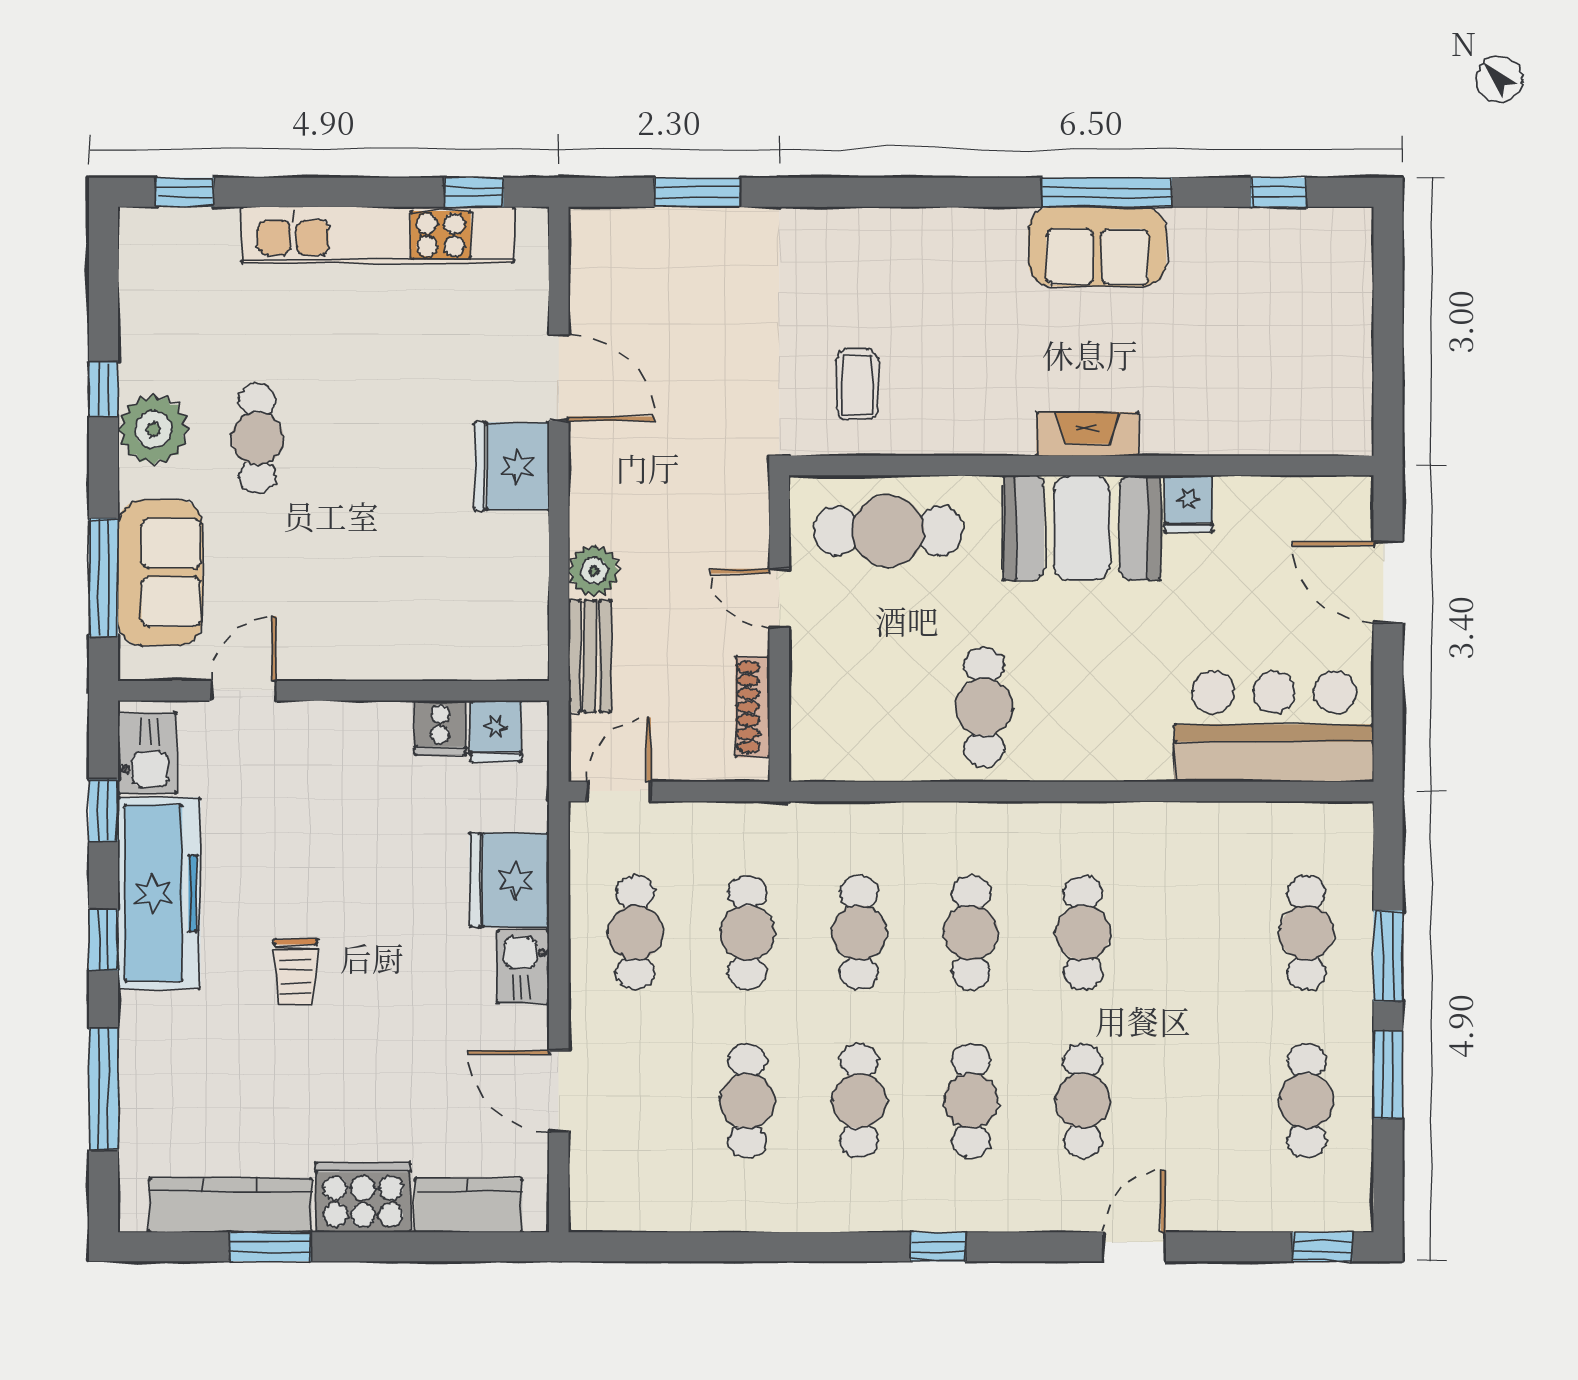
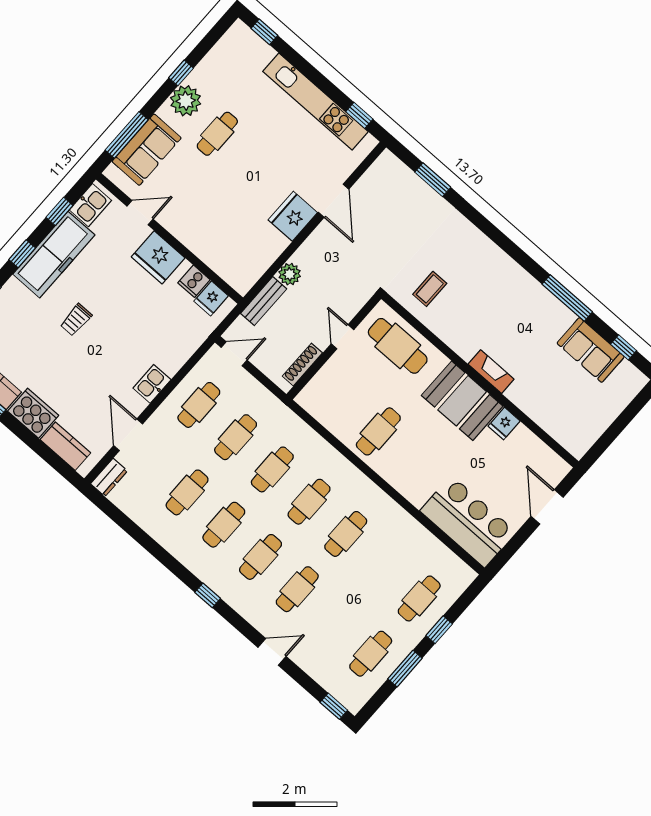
sofa: (1097, 246) -> (591, 350), moved
fridge: (509, 880) -> (158, 257), moved, turned -90
window: (1388, 956) -> (439, 630), width x0.67
dresser: (591, 1193) -> (109, 477), added

